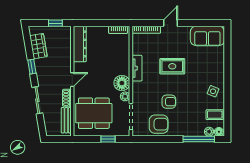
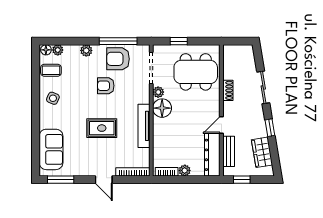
door: (171, 23) -> (104, 180), hinge flipped
window: (207, 23) -> (61, 180), added
plant: (103, 31) -> (185, 170), added
sofa: (207, 36) -> (51, 149), moved, turned 90
tv unit: (137, 68) -> (144, 126), width x1.41
door: (72, 80) -> (221, 125), moved
bench: (66, 120) -> (229, 151), moved
plant: (185, 131) -> (86, 50), added
window: (199, 139) -> (118, 41), moved

